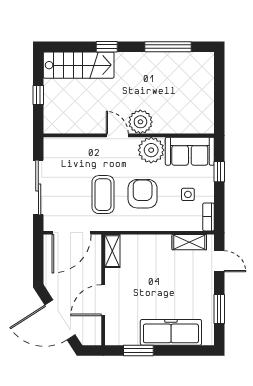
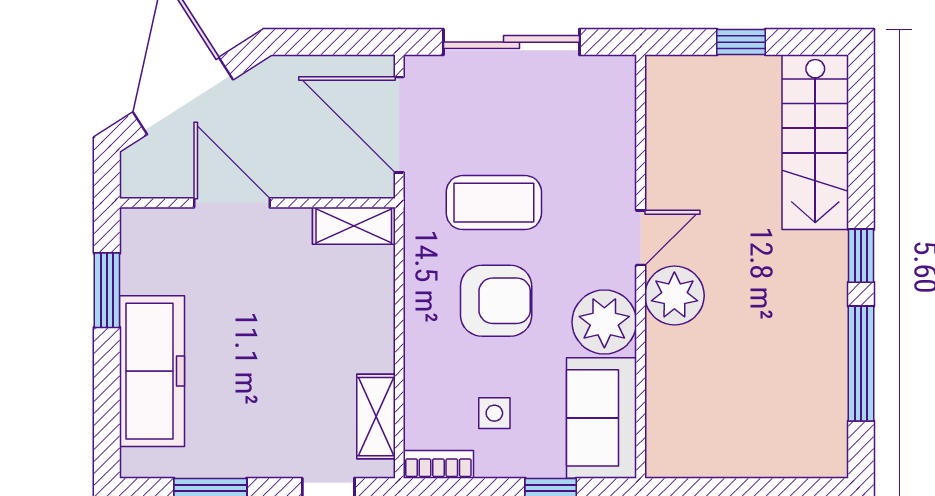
window: (107, 47) -> (861, 256), moved

